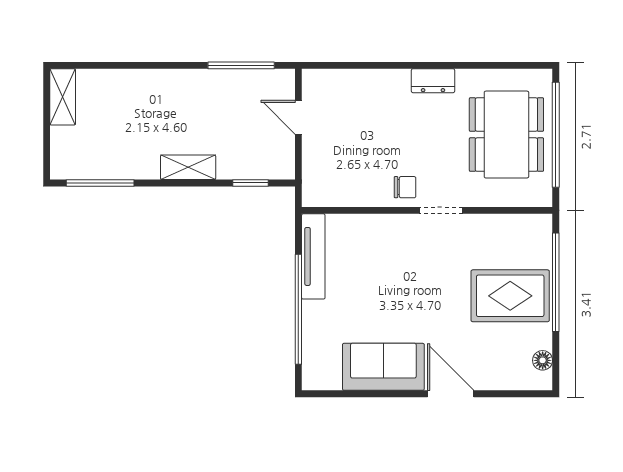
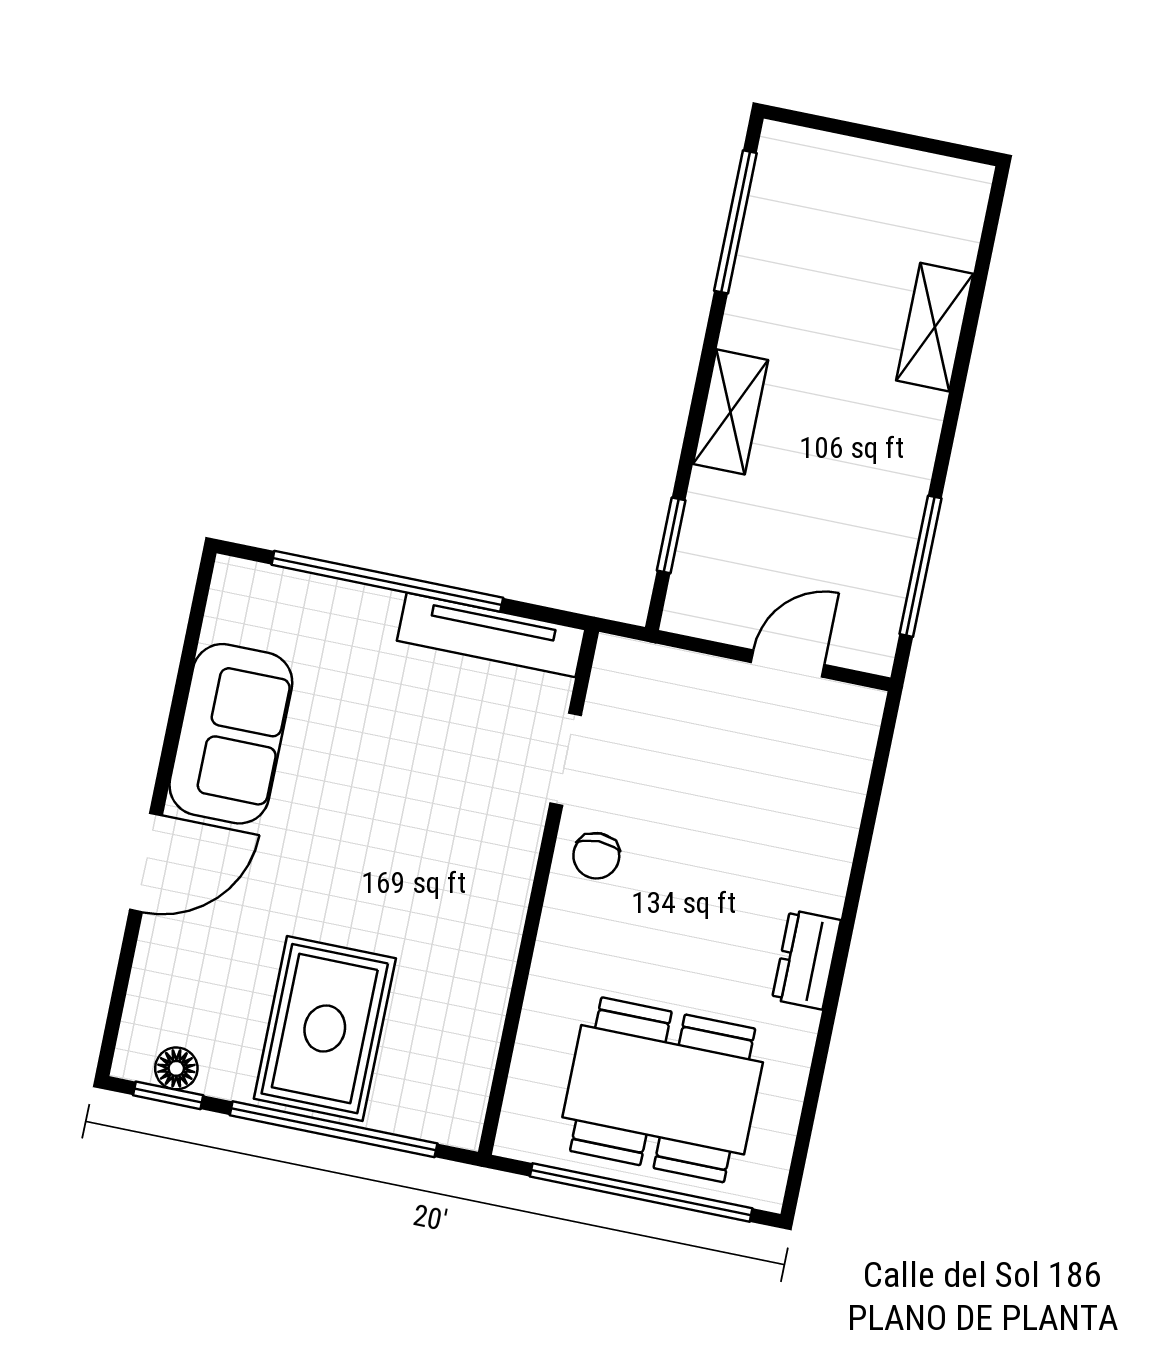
shelving: (63, 97) -> (935, 327), moved, turned 90
doorway: (441, 210) -> (566, 759), moved
window: (556, 362) -> (168, 1095), added

